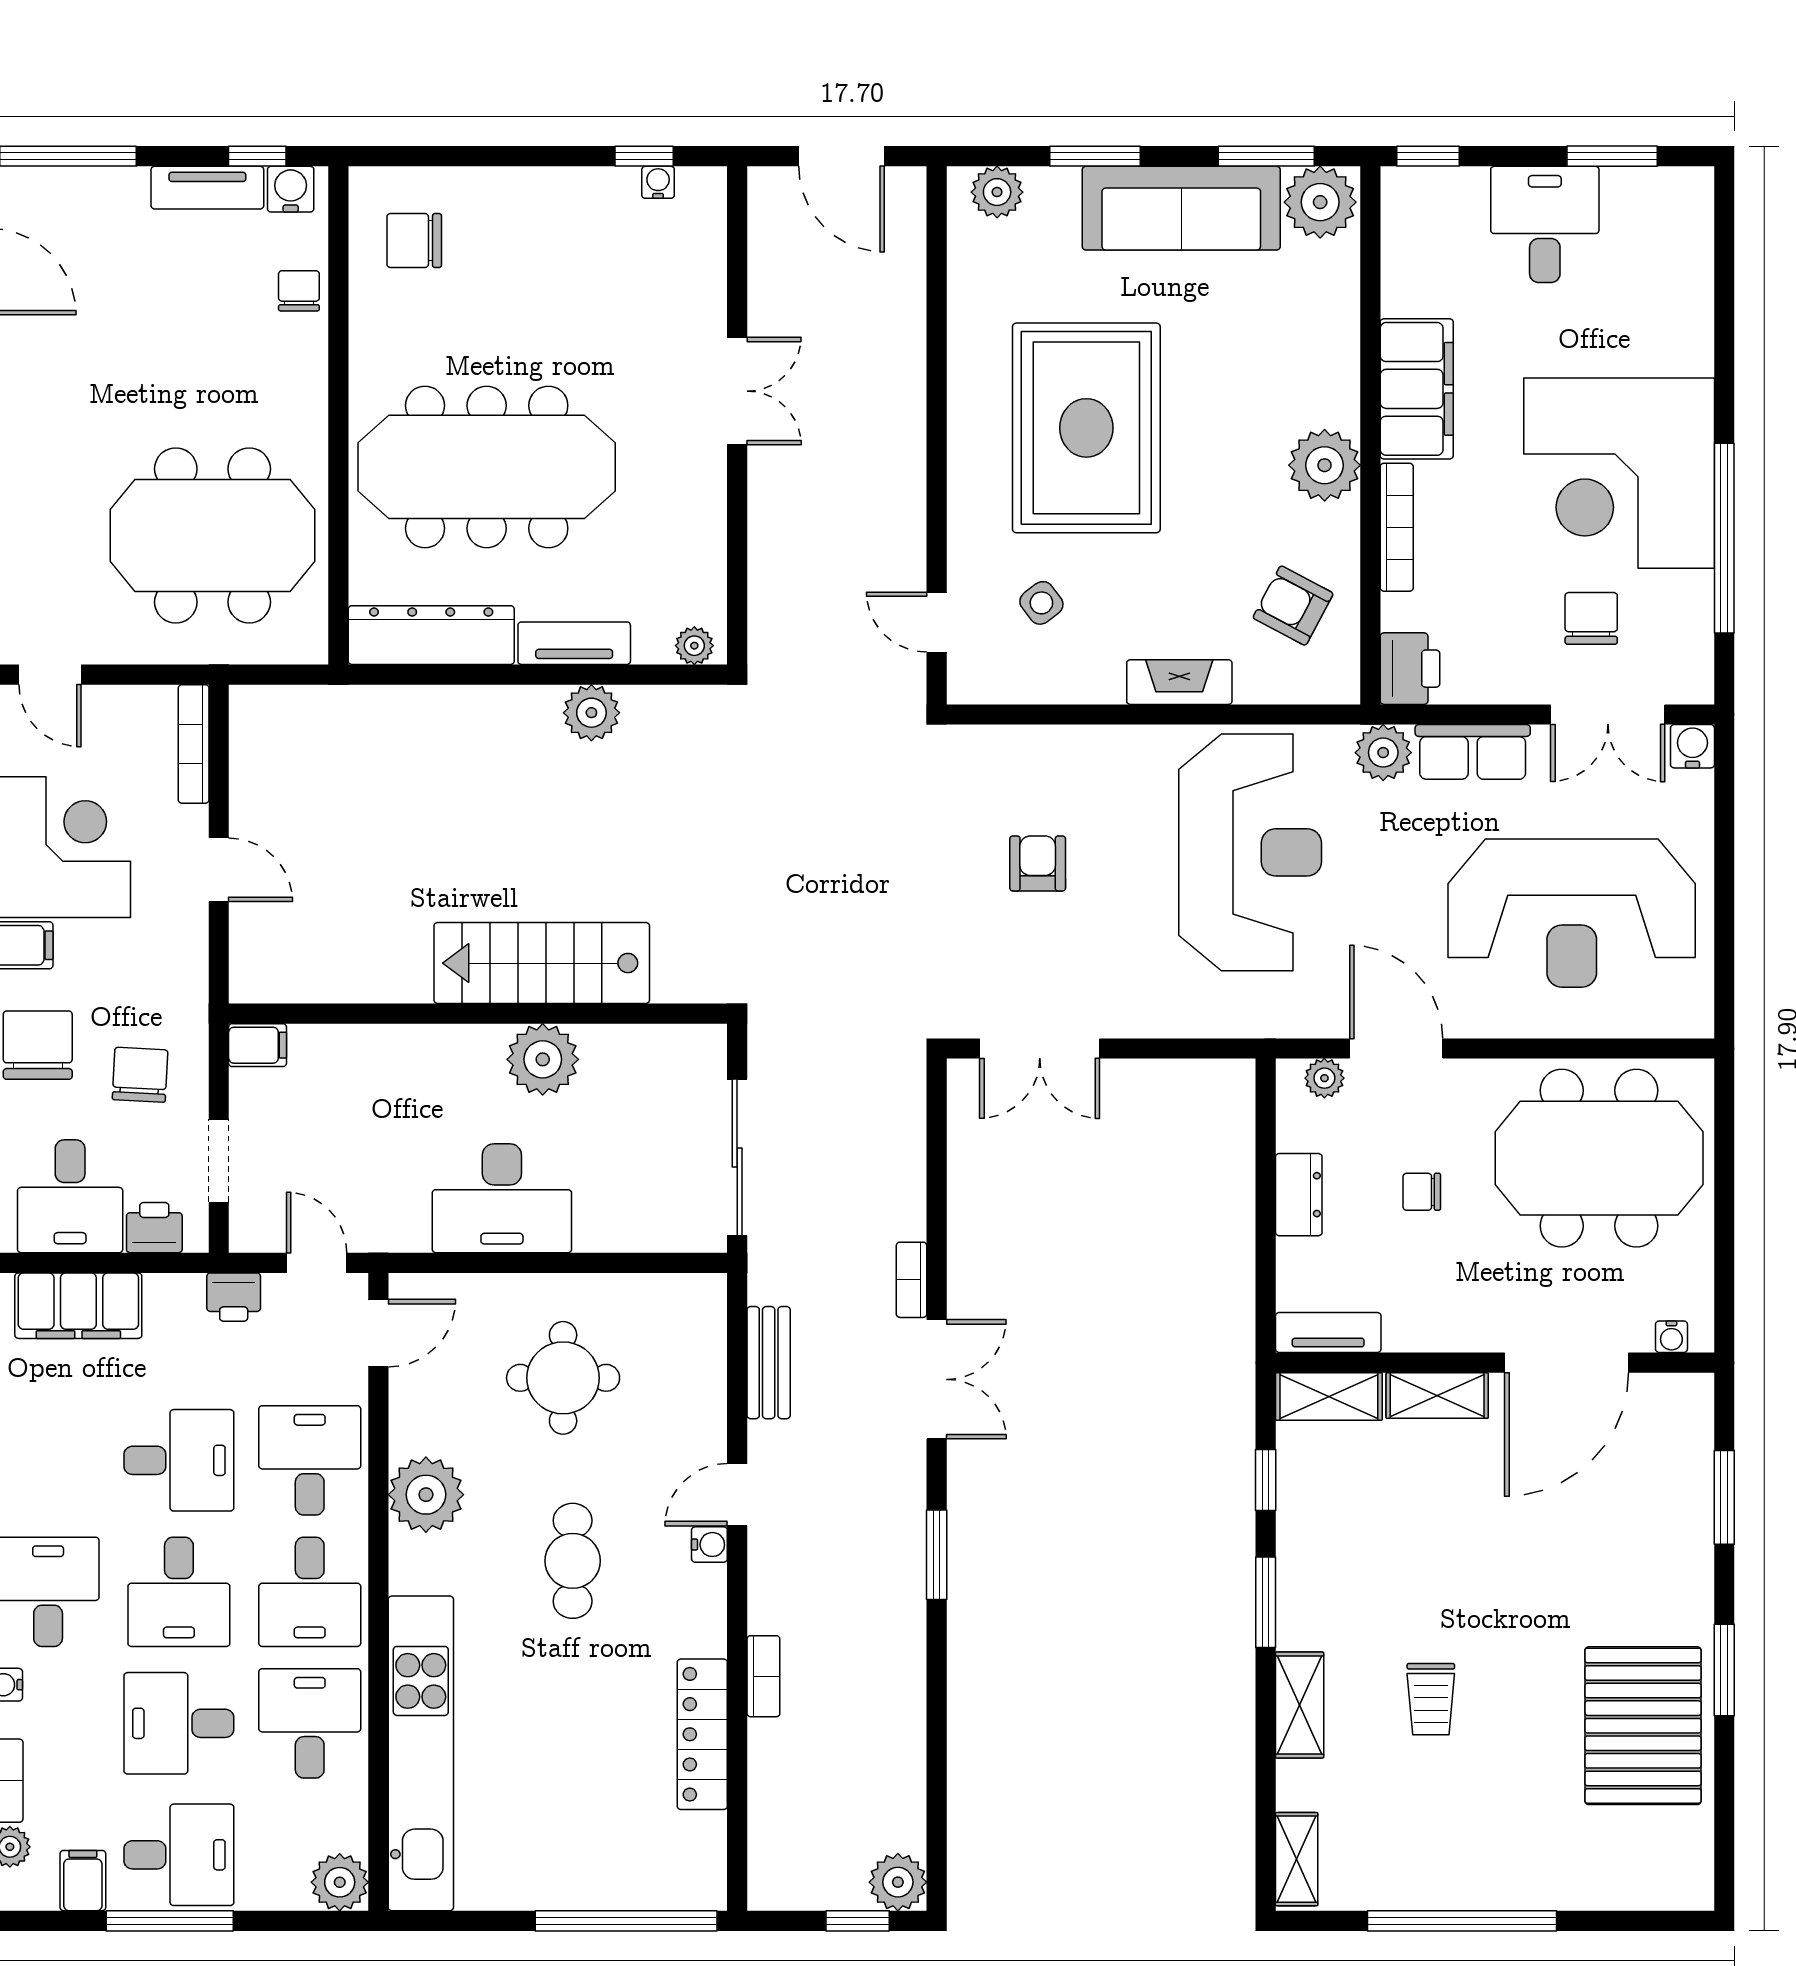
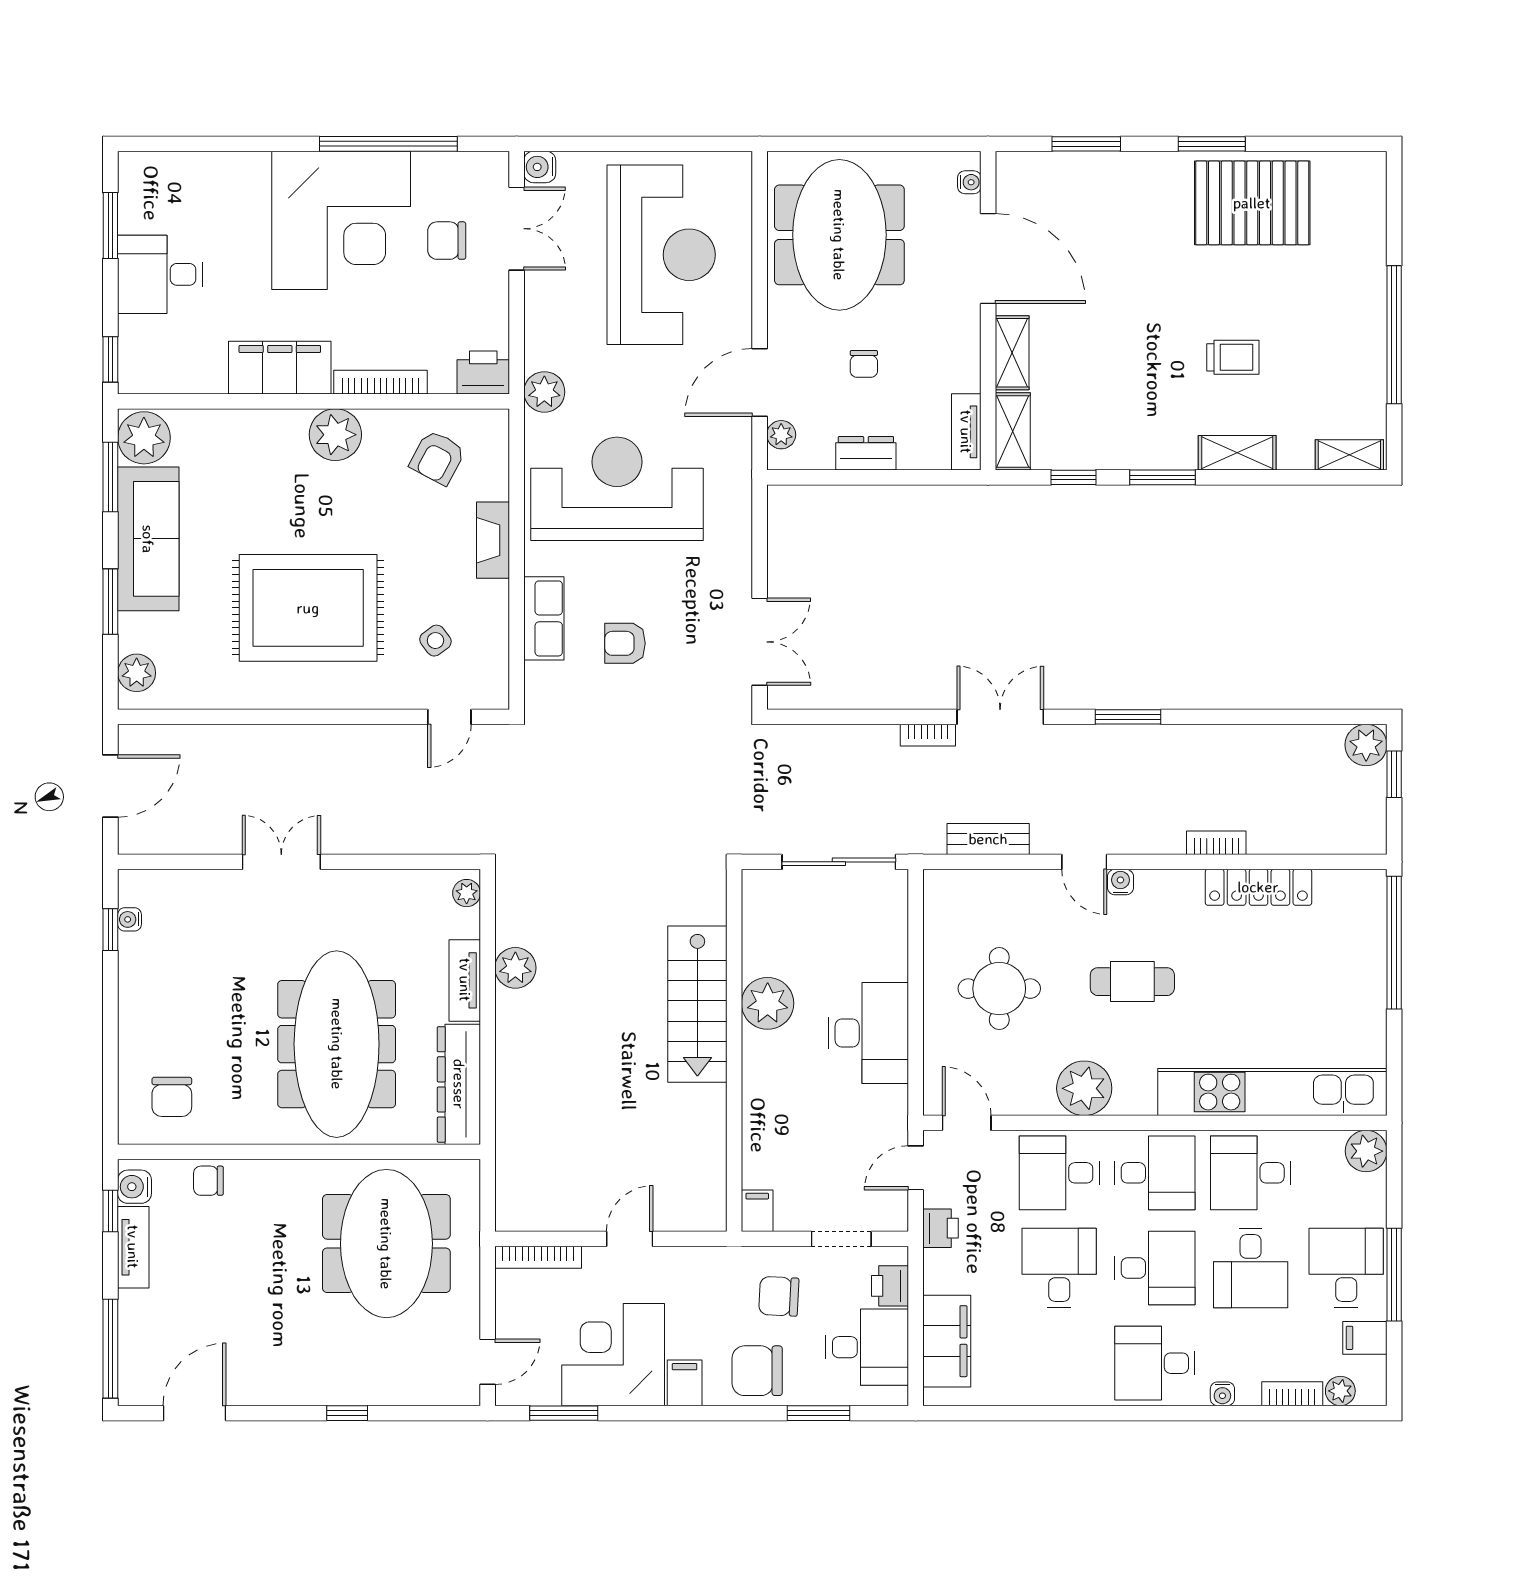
row of seats: (1473, 752) -> (544, 618), moved

